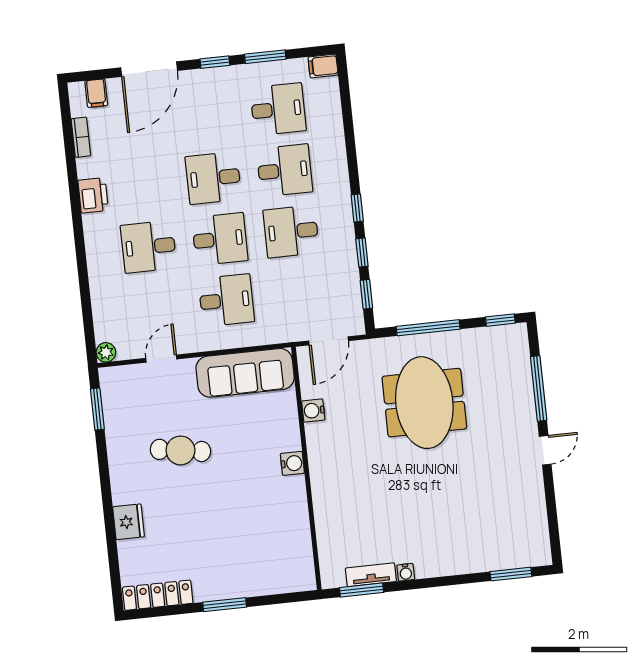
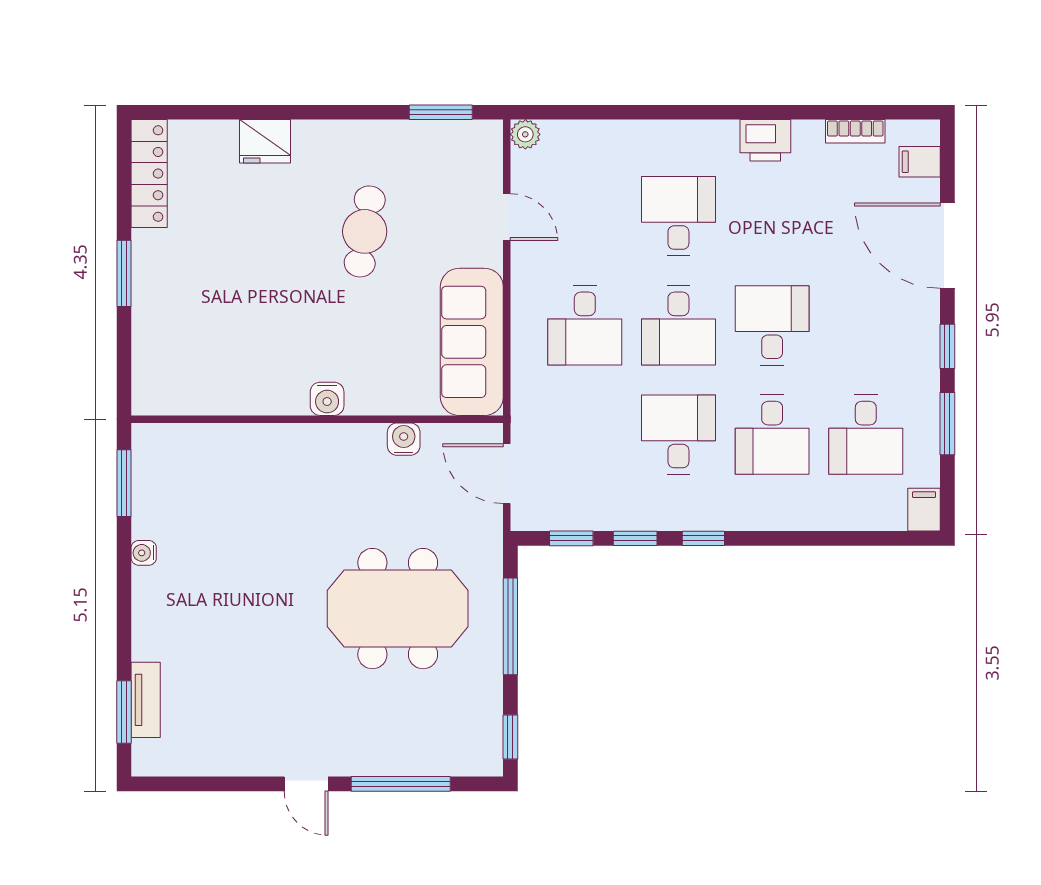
tv unit: (371, 575) -> (146, 700), moved

